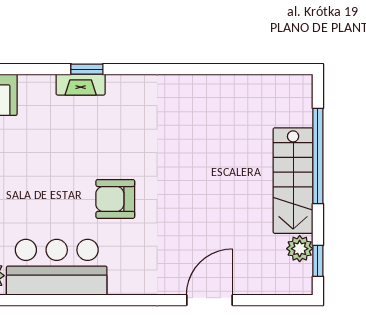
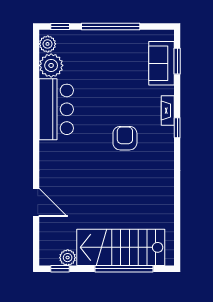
fireplace: (81, 85) -> (168, 111), moved
stairs: (293, 181) -> (121, 247), width x1.36, depth x1.51
armchair: (115, 199) -> (125, 138), moved

